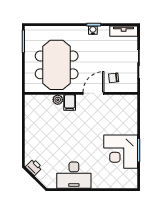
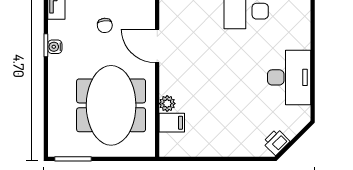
meeting table: (57, 65) -> (111, 105), turned 90
chair: (114, 78) -> (105, 25), moved
filing cabinet: (70, 102) -> (172, 123), moved

